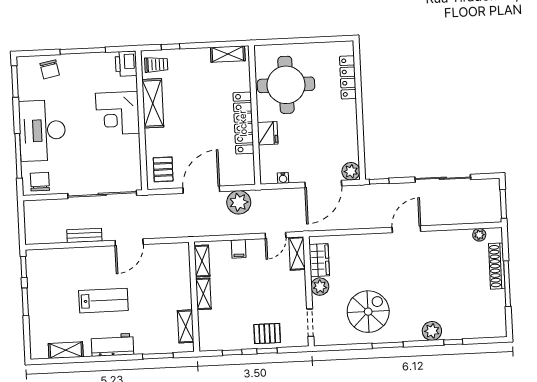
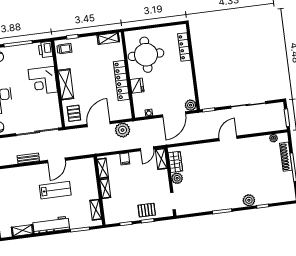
shelving: (153, 103) -> (66, 84), moved
lab bench: (103, 301) -> (55, 190), moved
spiral stairs: (368, 312) -> (208, 191), removed
workbench: (112, 345) -> (51, 225), width x1.38

